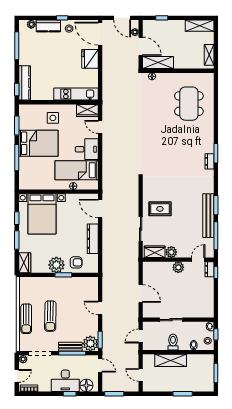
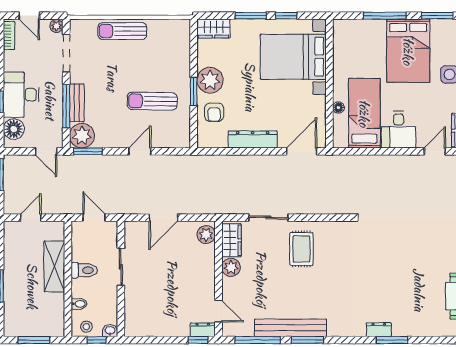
plant: (178, 267) -> (206, 234), moved
sun lounger: (50, 316) -> (152, 101), moved
door: (100, 365) -> (46, 151), hinge flipped

